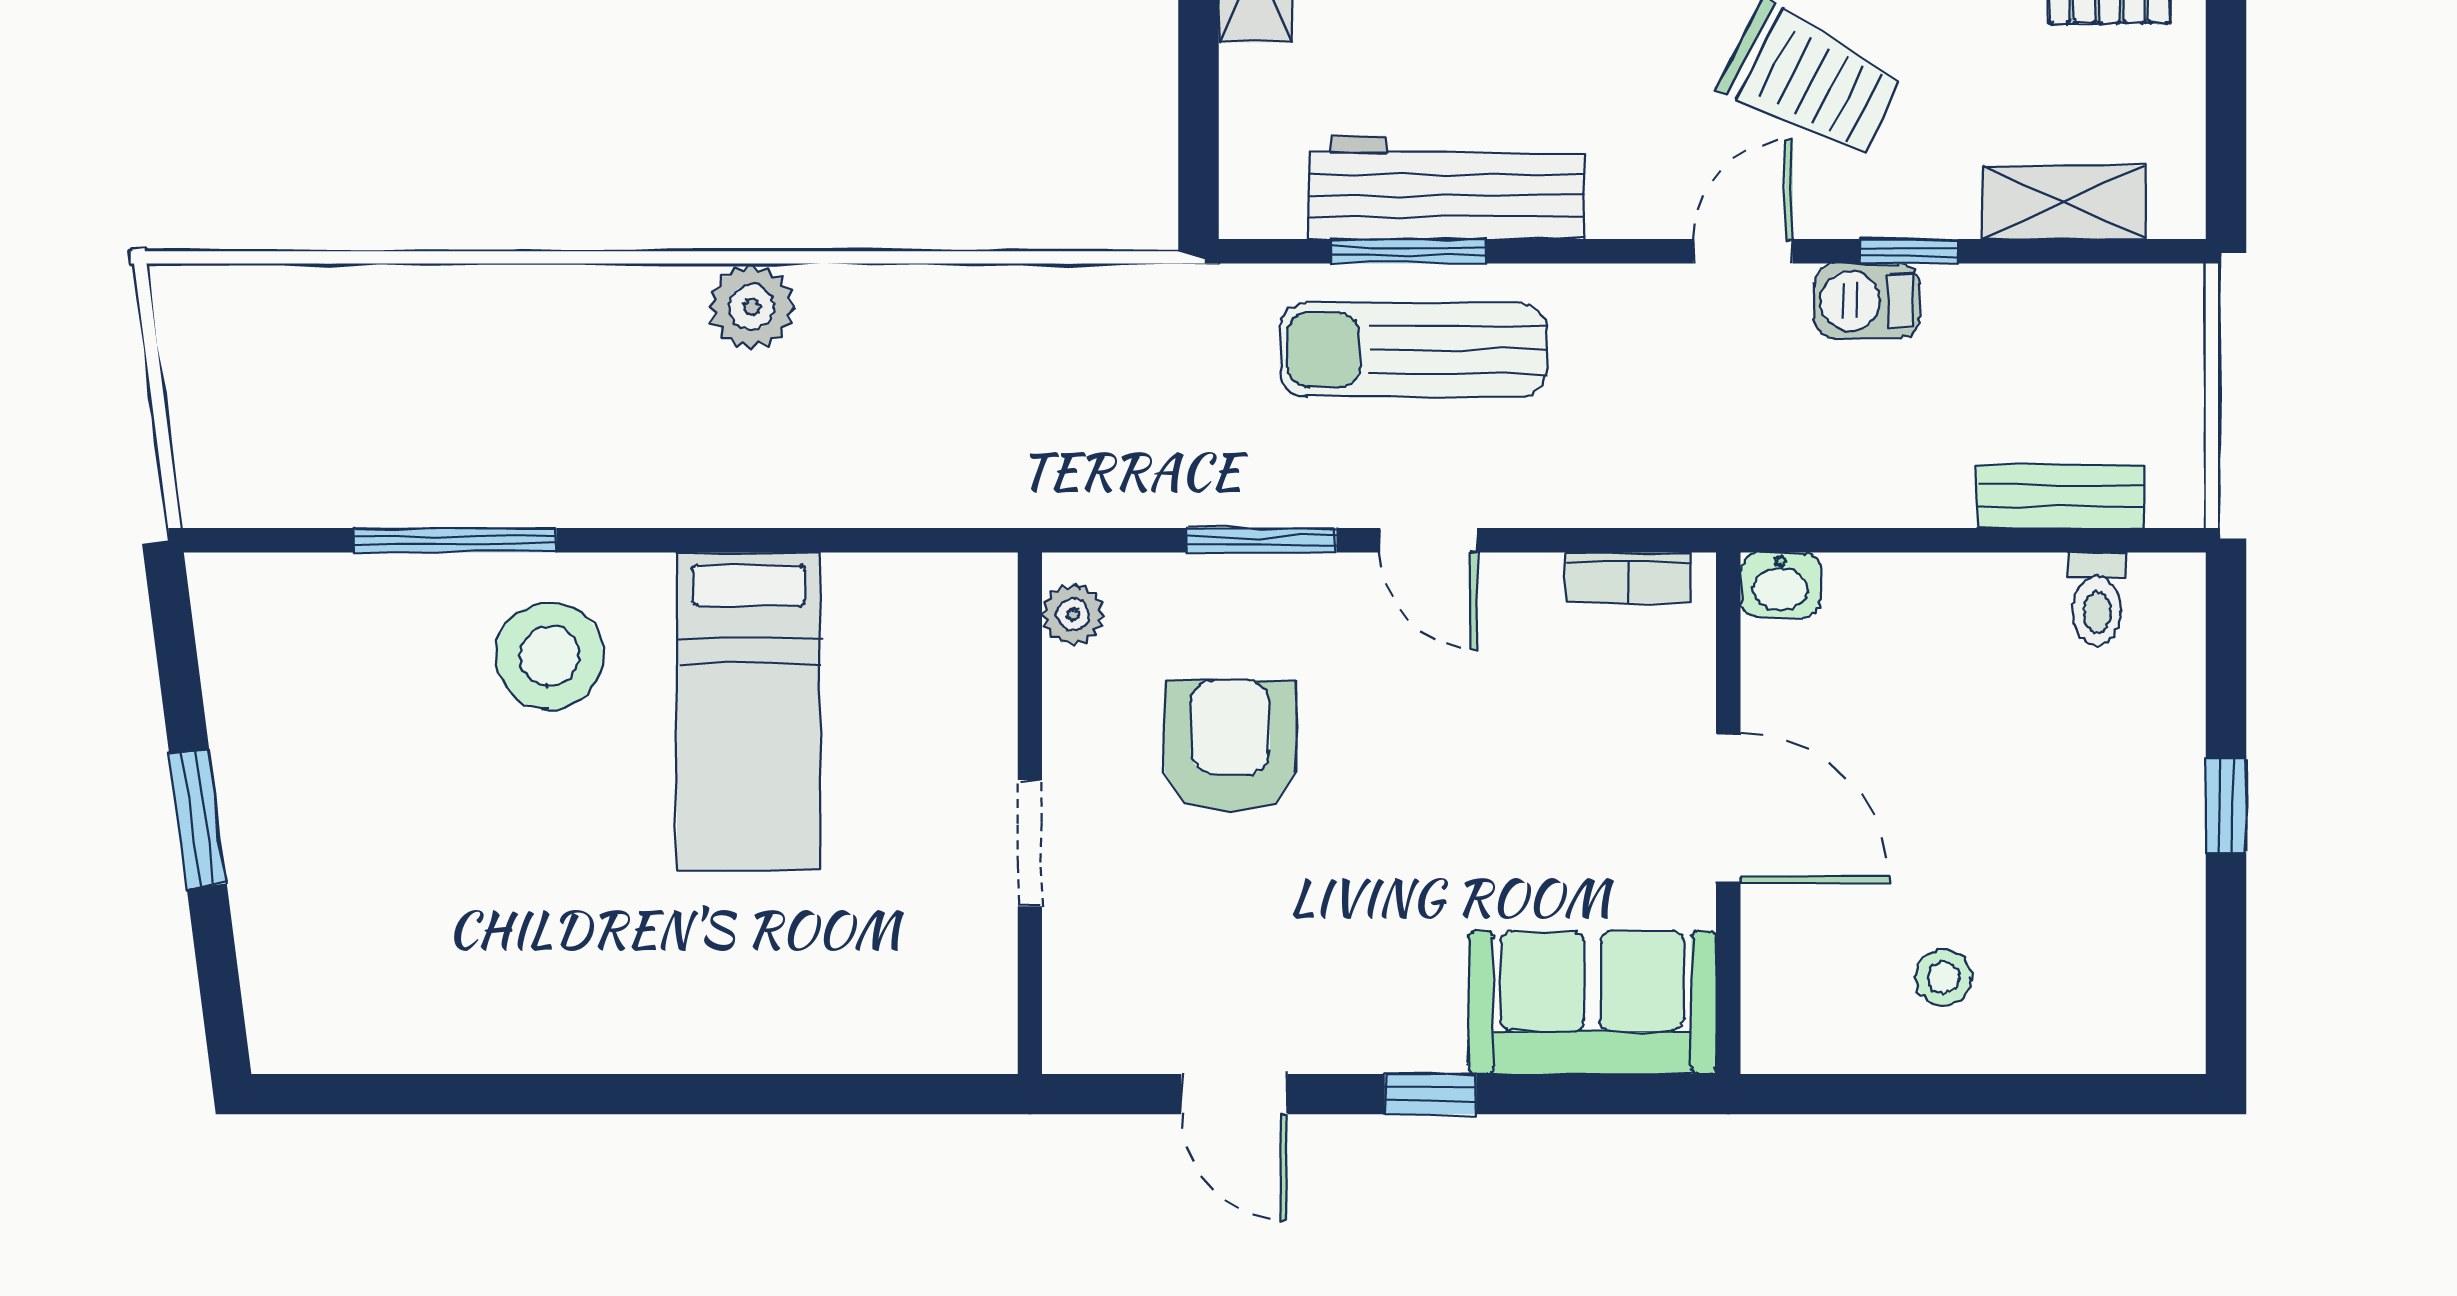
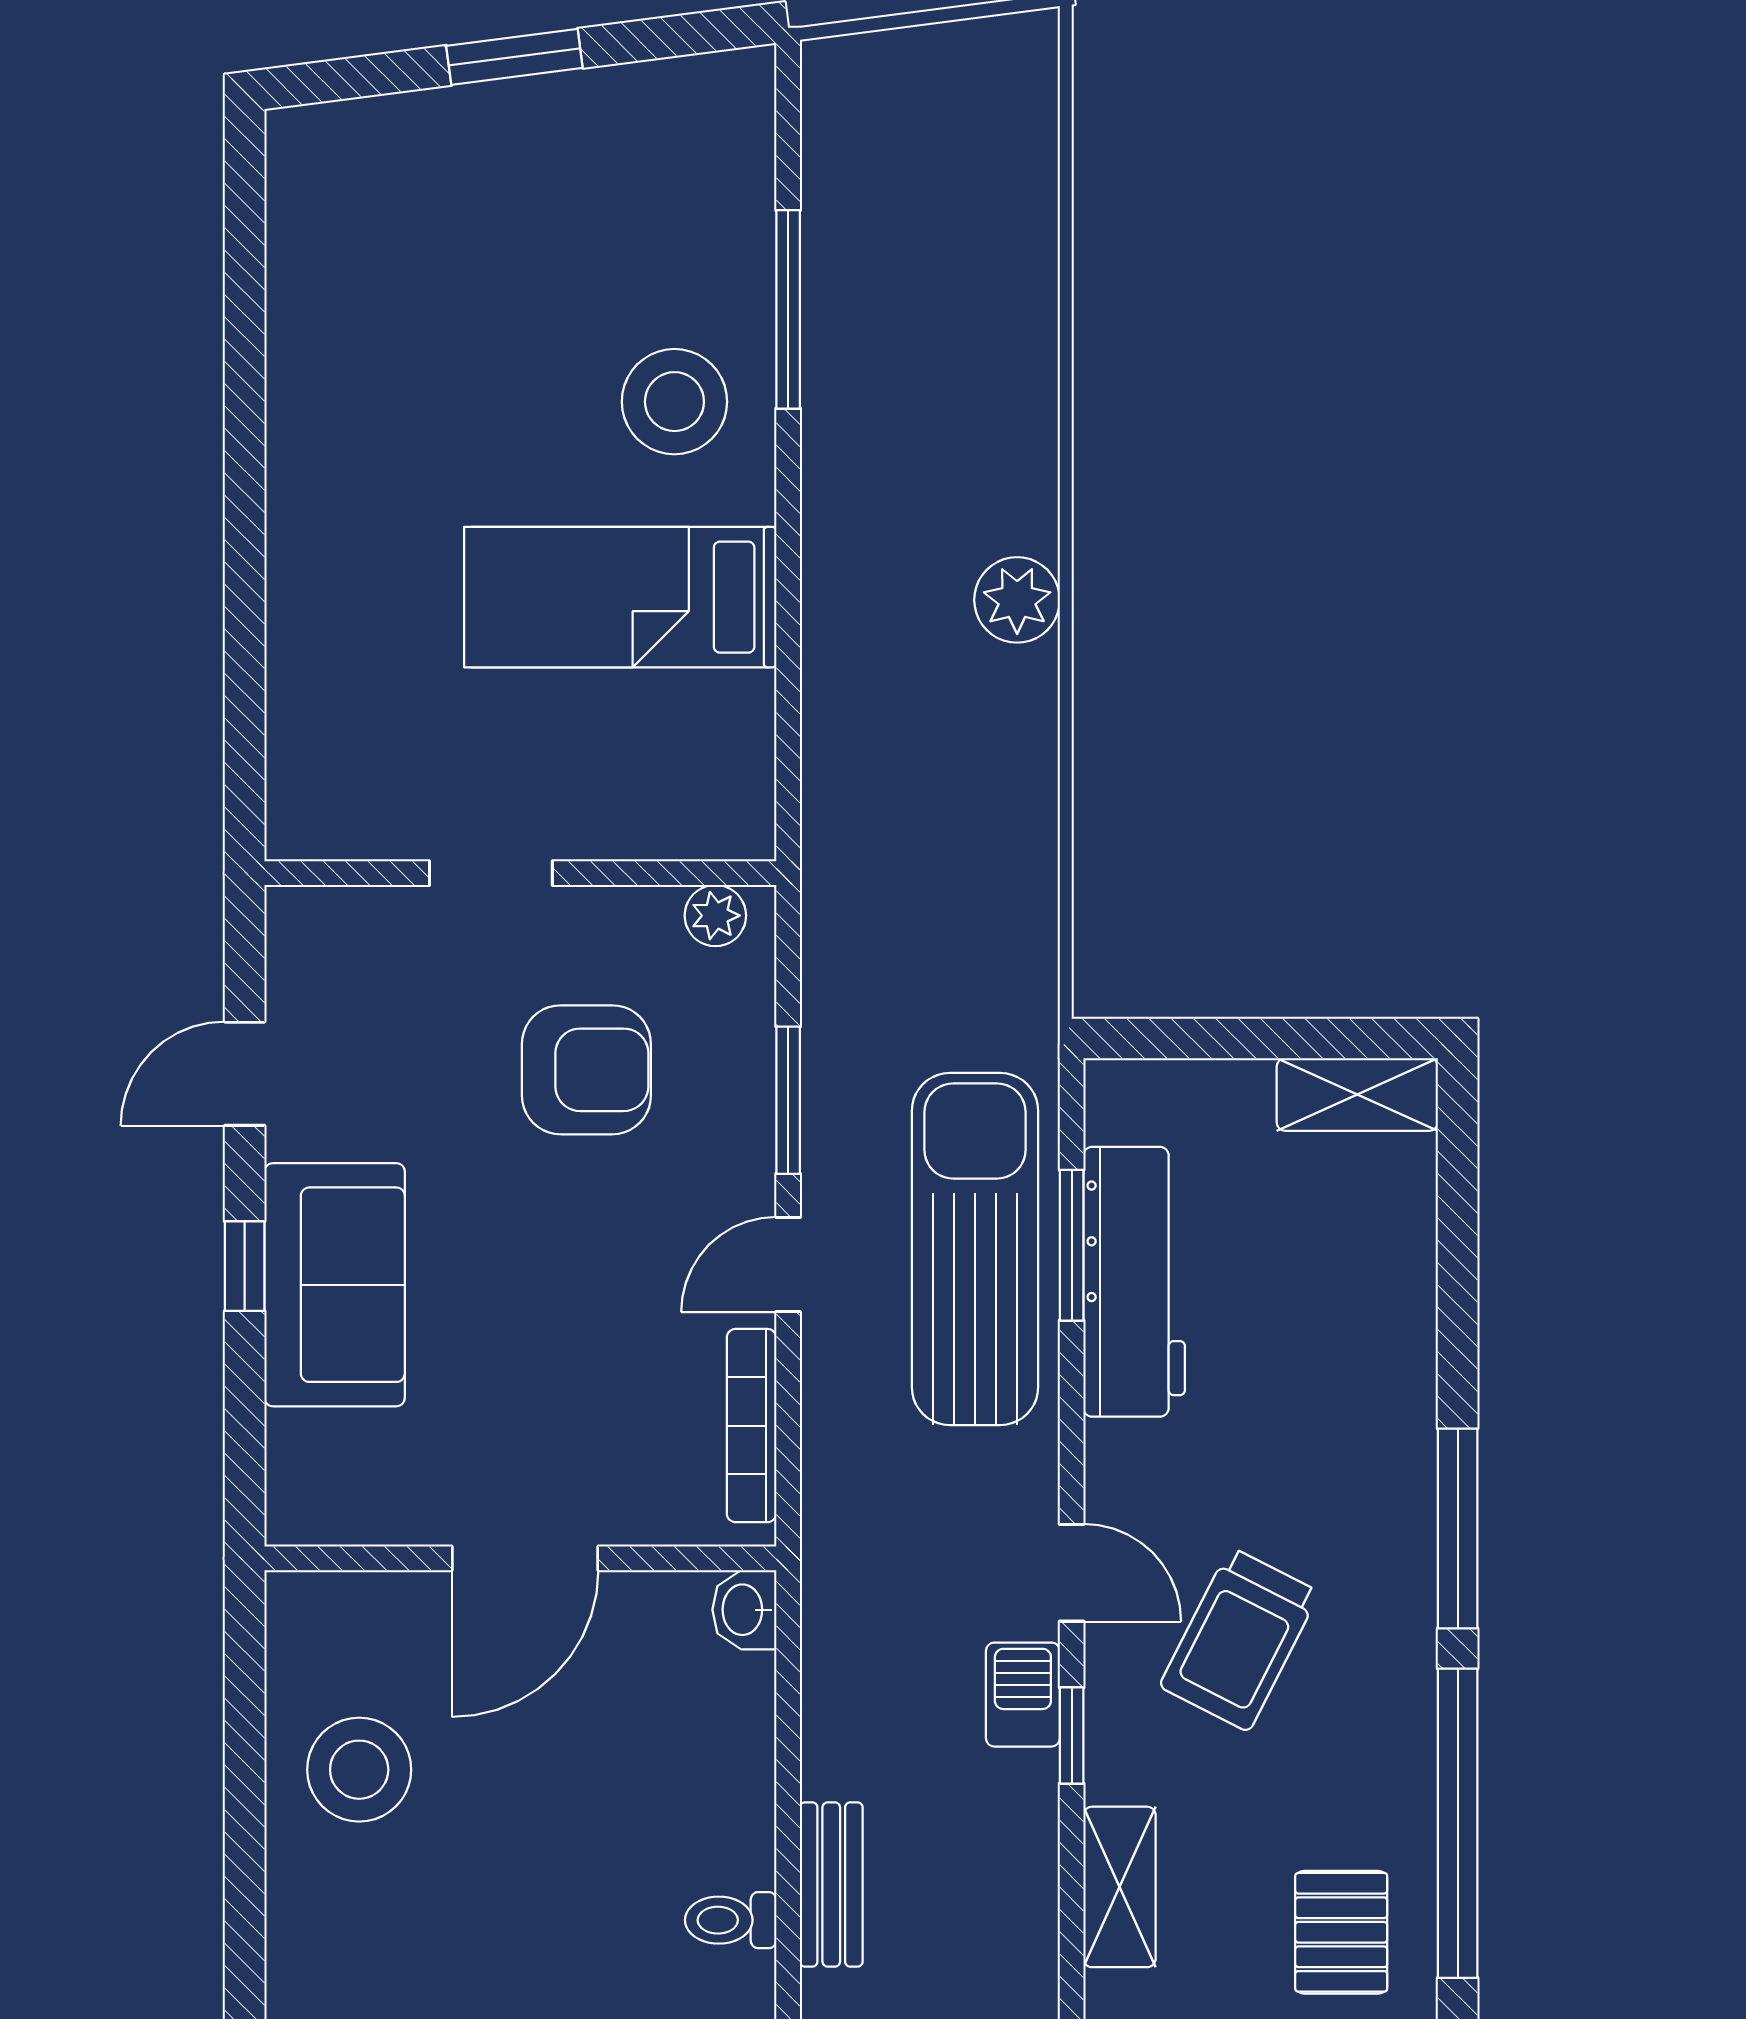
sun lounger: (1413, 350) -> (975, 1249), width x1.36, depth x1.34
bookcase: (1628, 577) -> (752, 1426), width x1.56
stool: (1944, 977) -> (359, 1770), width x1.89, depth x1.89
sofa: (1592, 1002) -> (335, 1285), moved

